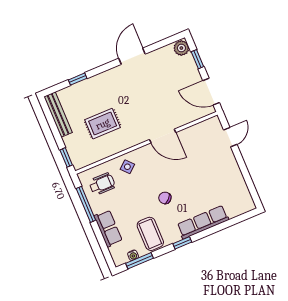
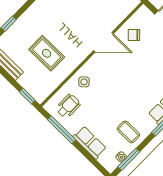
rug: (103, 124) -> (47, 53), turned 90
chair: (165, 198) -> (134, 35), moved
coffee table: (150, 234) -> (128, 132), width x0.73, depth x0.77

